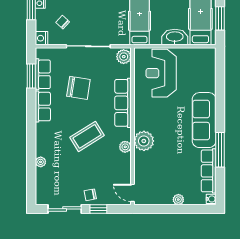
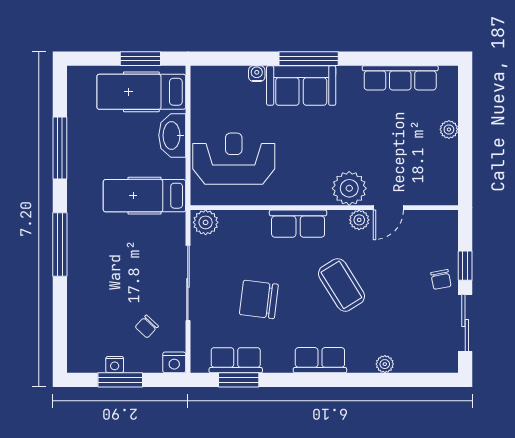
reception desk: (161, 73) -> (234, 159), turned 180
chair: (78, 88) -> (259, 299), turned -92
row of seats: (123, 103) -> (298, 224), width x0.68
row of seats: (43, 107) -> (320, 360), moved
sofa: (204, 120) -> (301, 86), width x0.73
window: (220, 150) -> (309, 59), moved
door: (132, 193) -> (388, 208), moved
water cooler: (211, 199) -> (257, 74), moved

